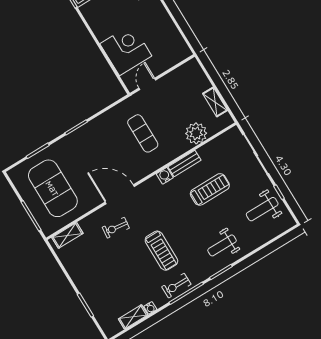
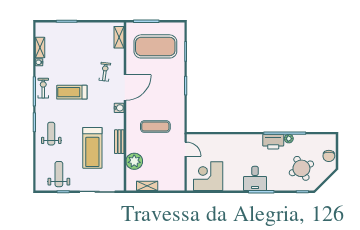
corner desk: (126, 50) -> (208, 176), moved, turned 180
water cooler: (165, 176) -> (119, 108), moved
treadmill: (210, 189) -> (92, 148), width x1.37, depth x1.38

